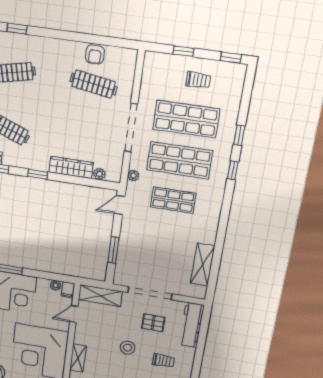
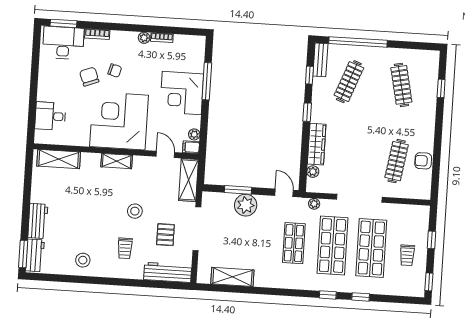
plant: (130, 244) -> (246, 205), added

